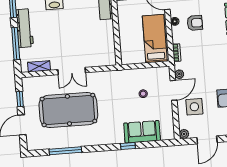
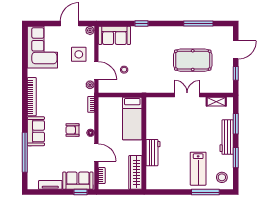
bed: (155, 39) -> (132, 119), moved
window: (16, 44) -> (236, 124), width x0.69
door: (174, 90) -> (96, 71), swing flipped
pool table: (68, 110) -> (193, 60), width x0.73, depth x0.76
sofa: (142, 132) -> (114, 35), moved

